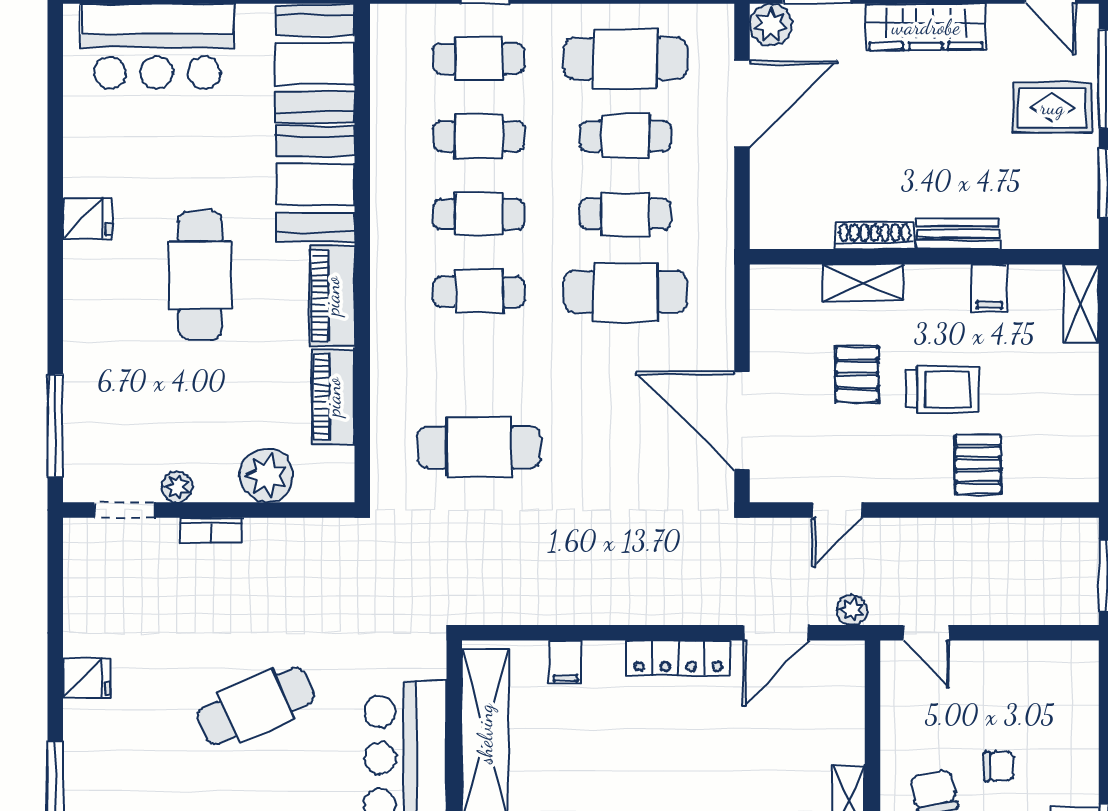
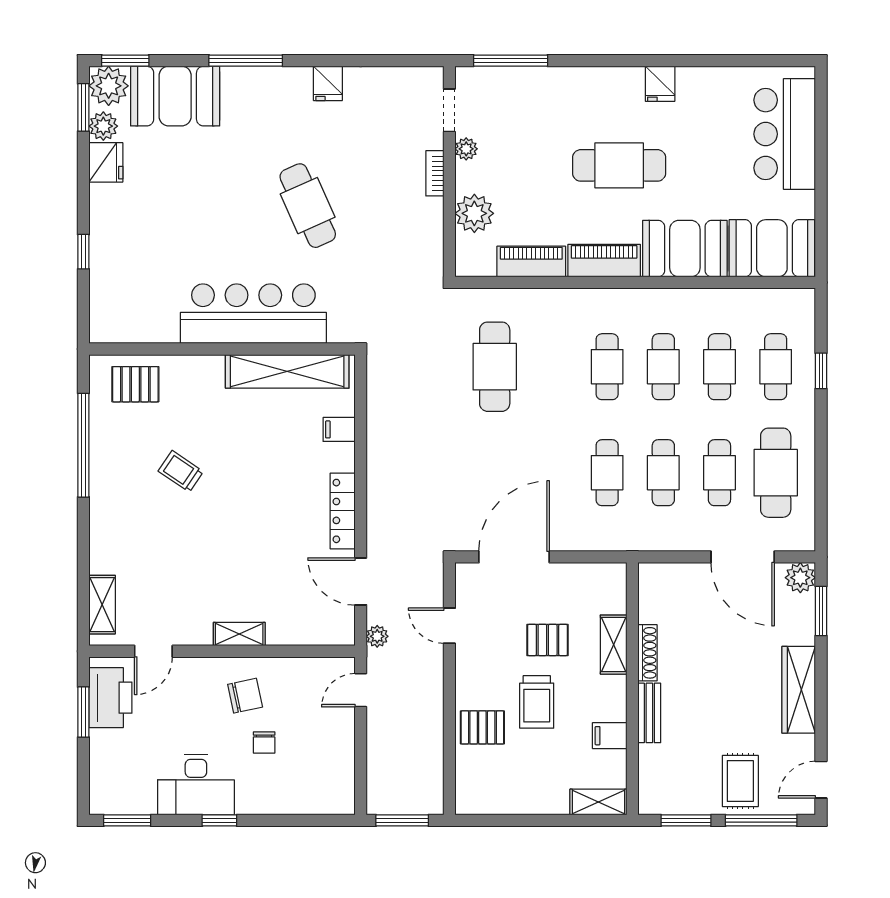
cafe table: (625, 292) -> (607, 473), width x0.73, depth x0.74

